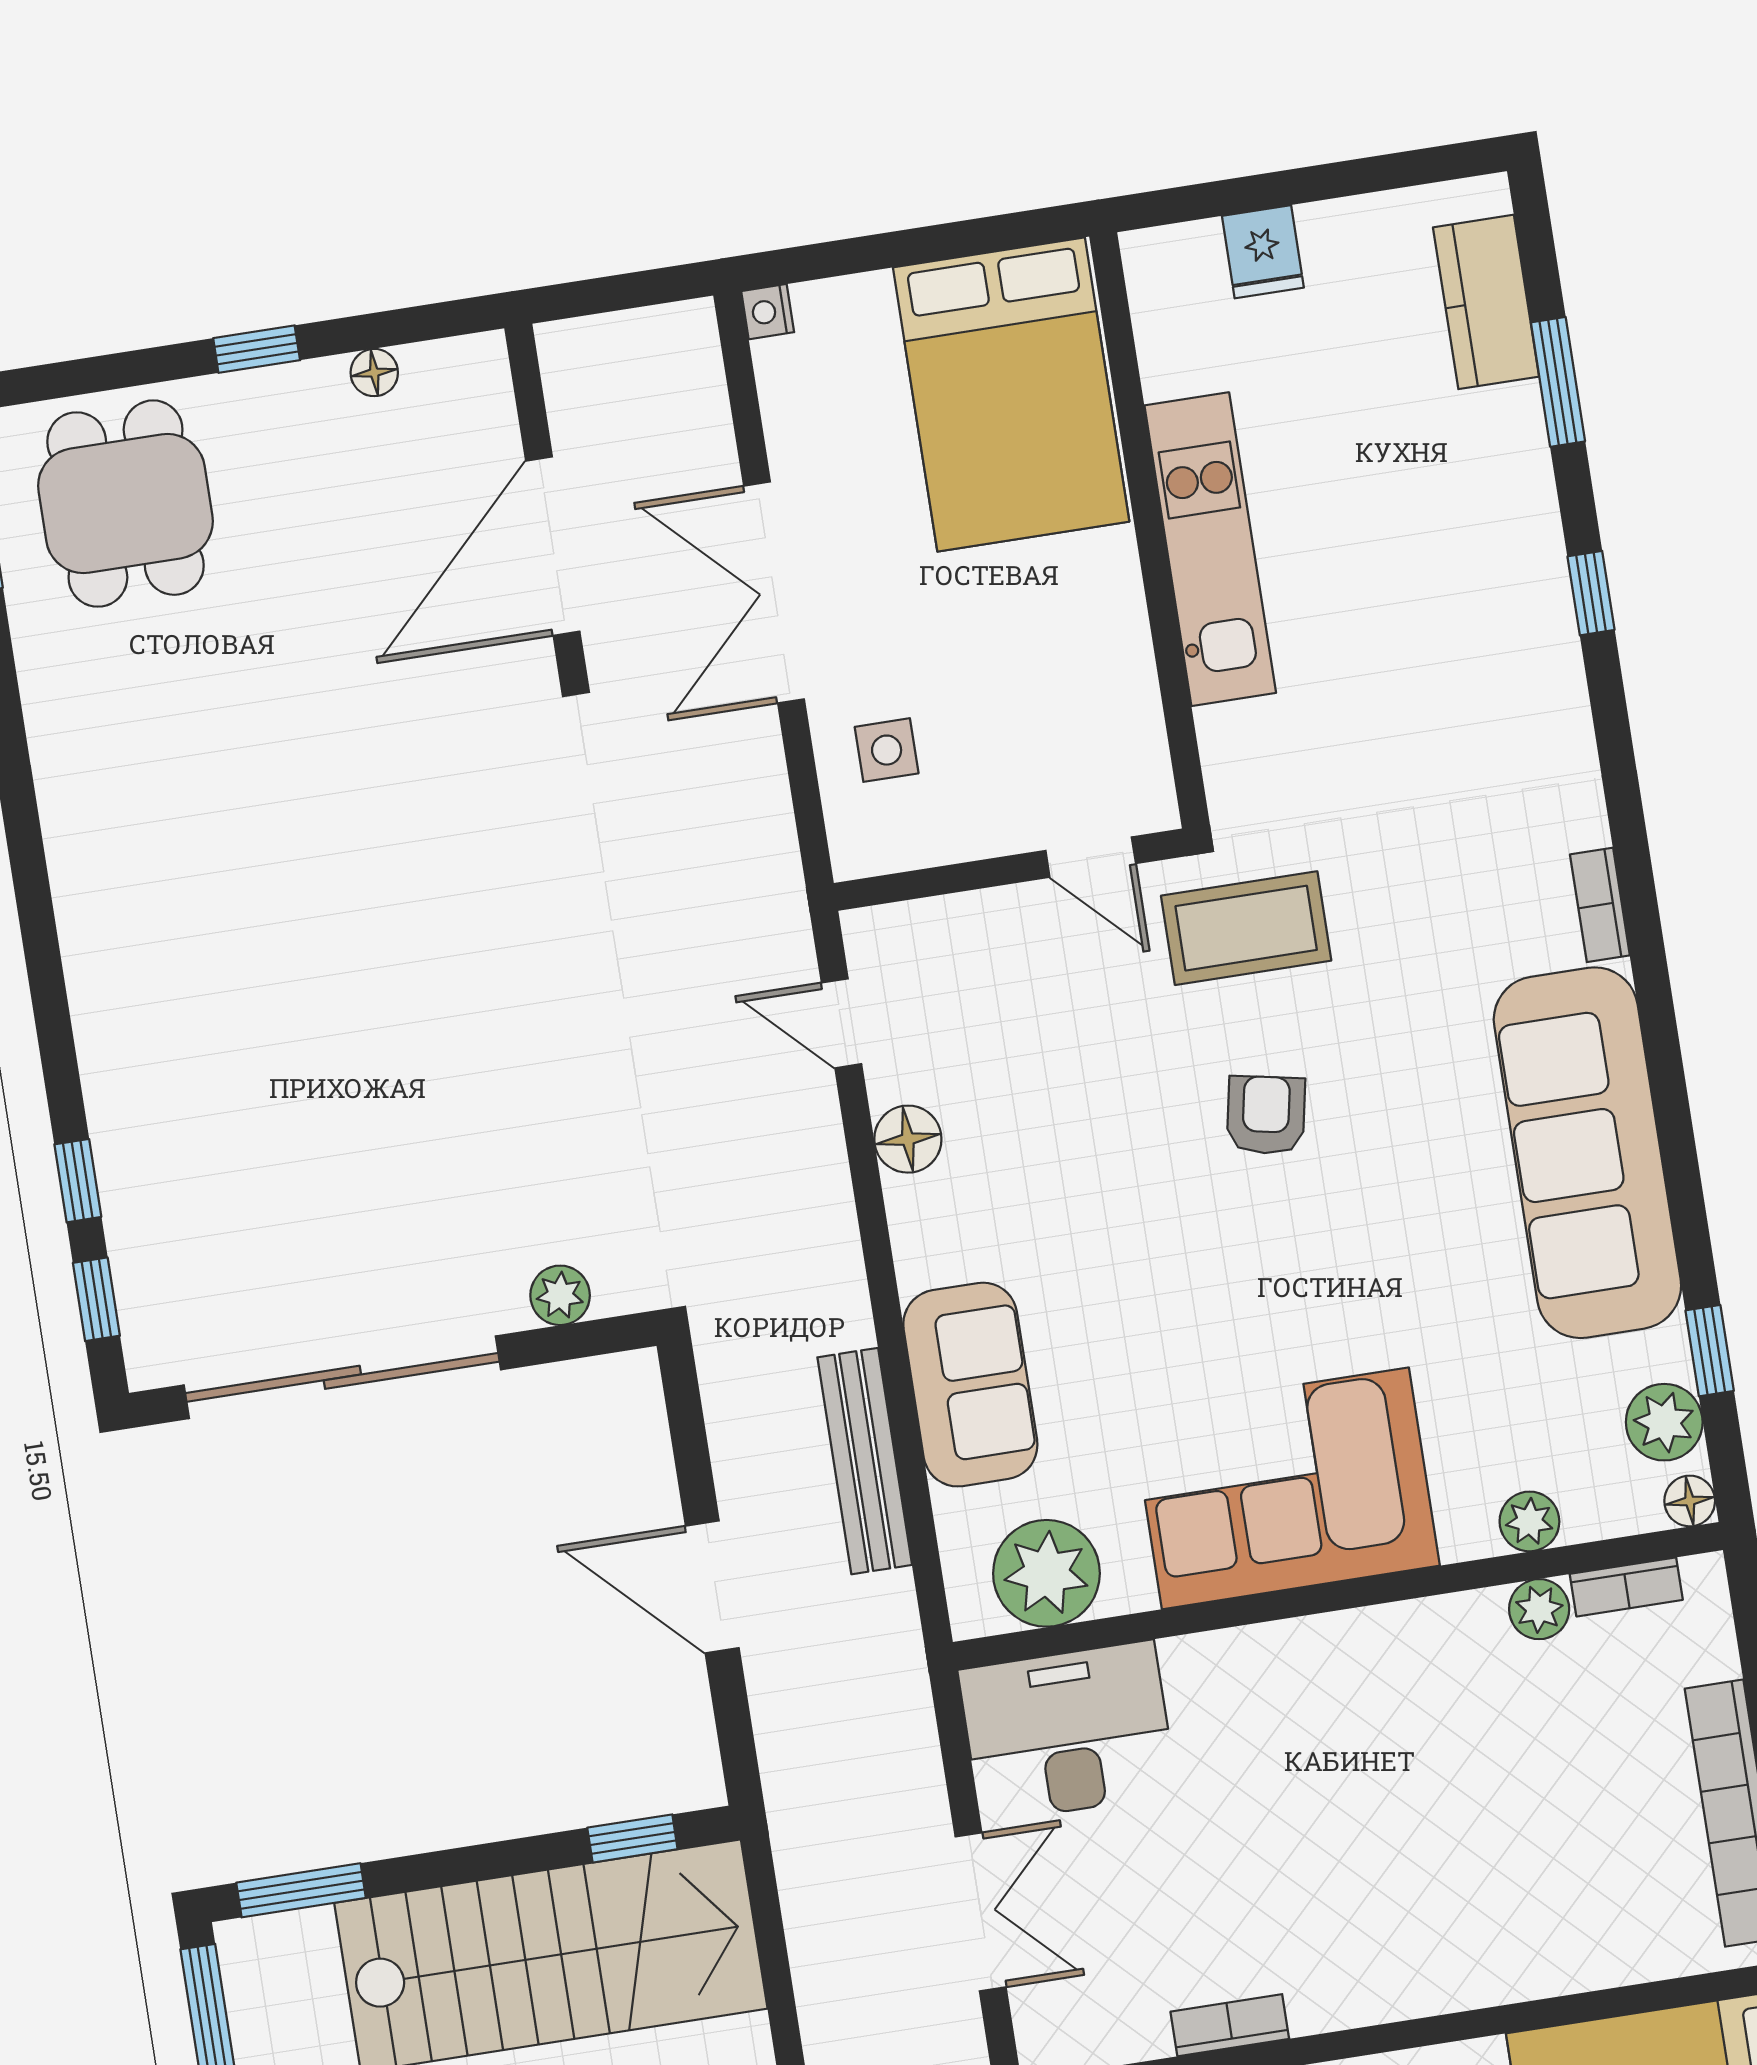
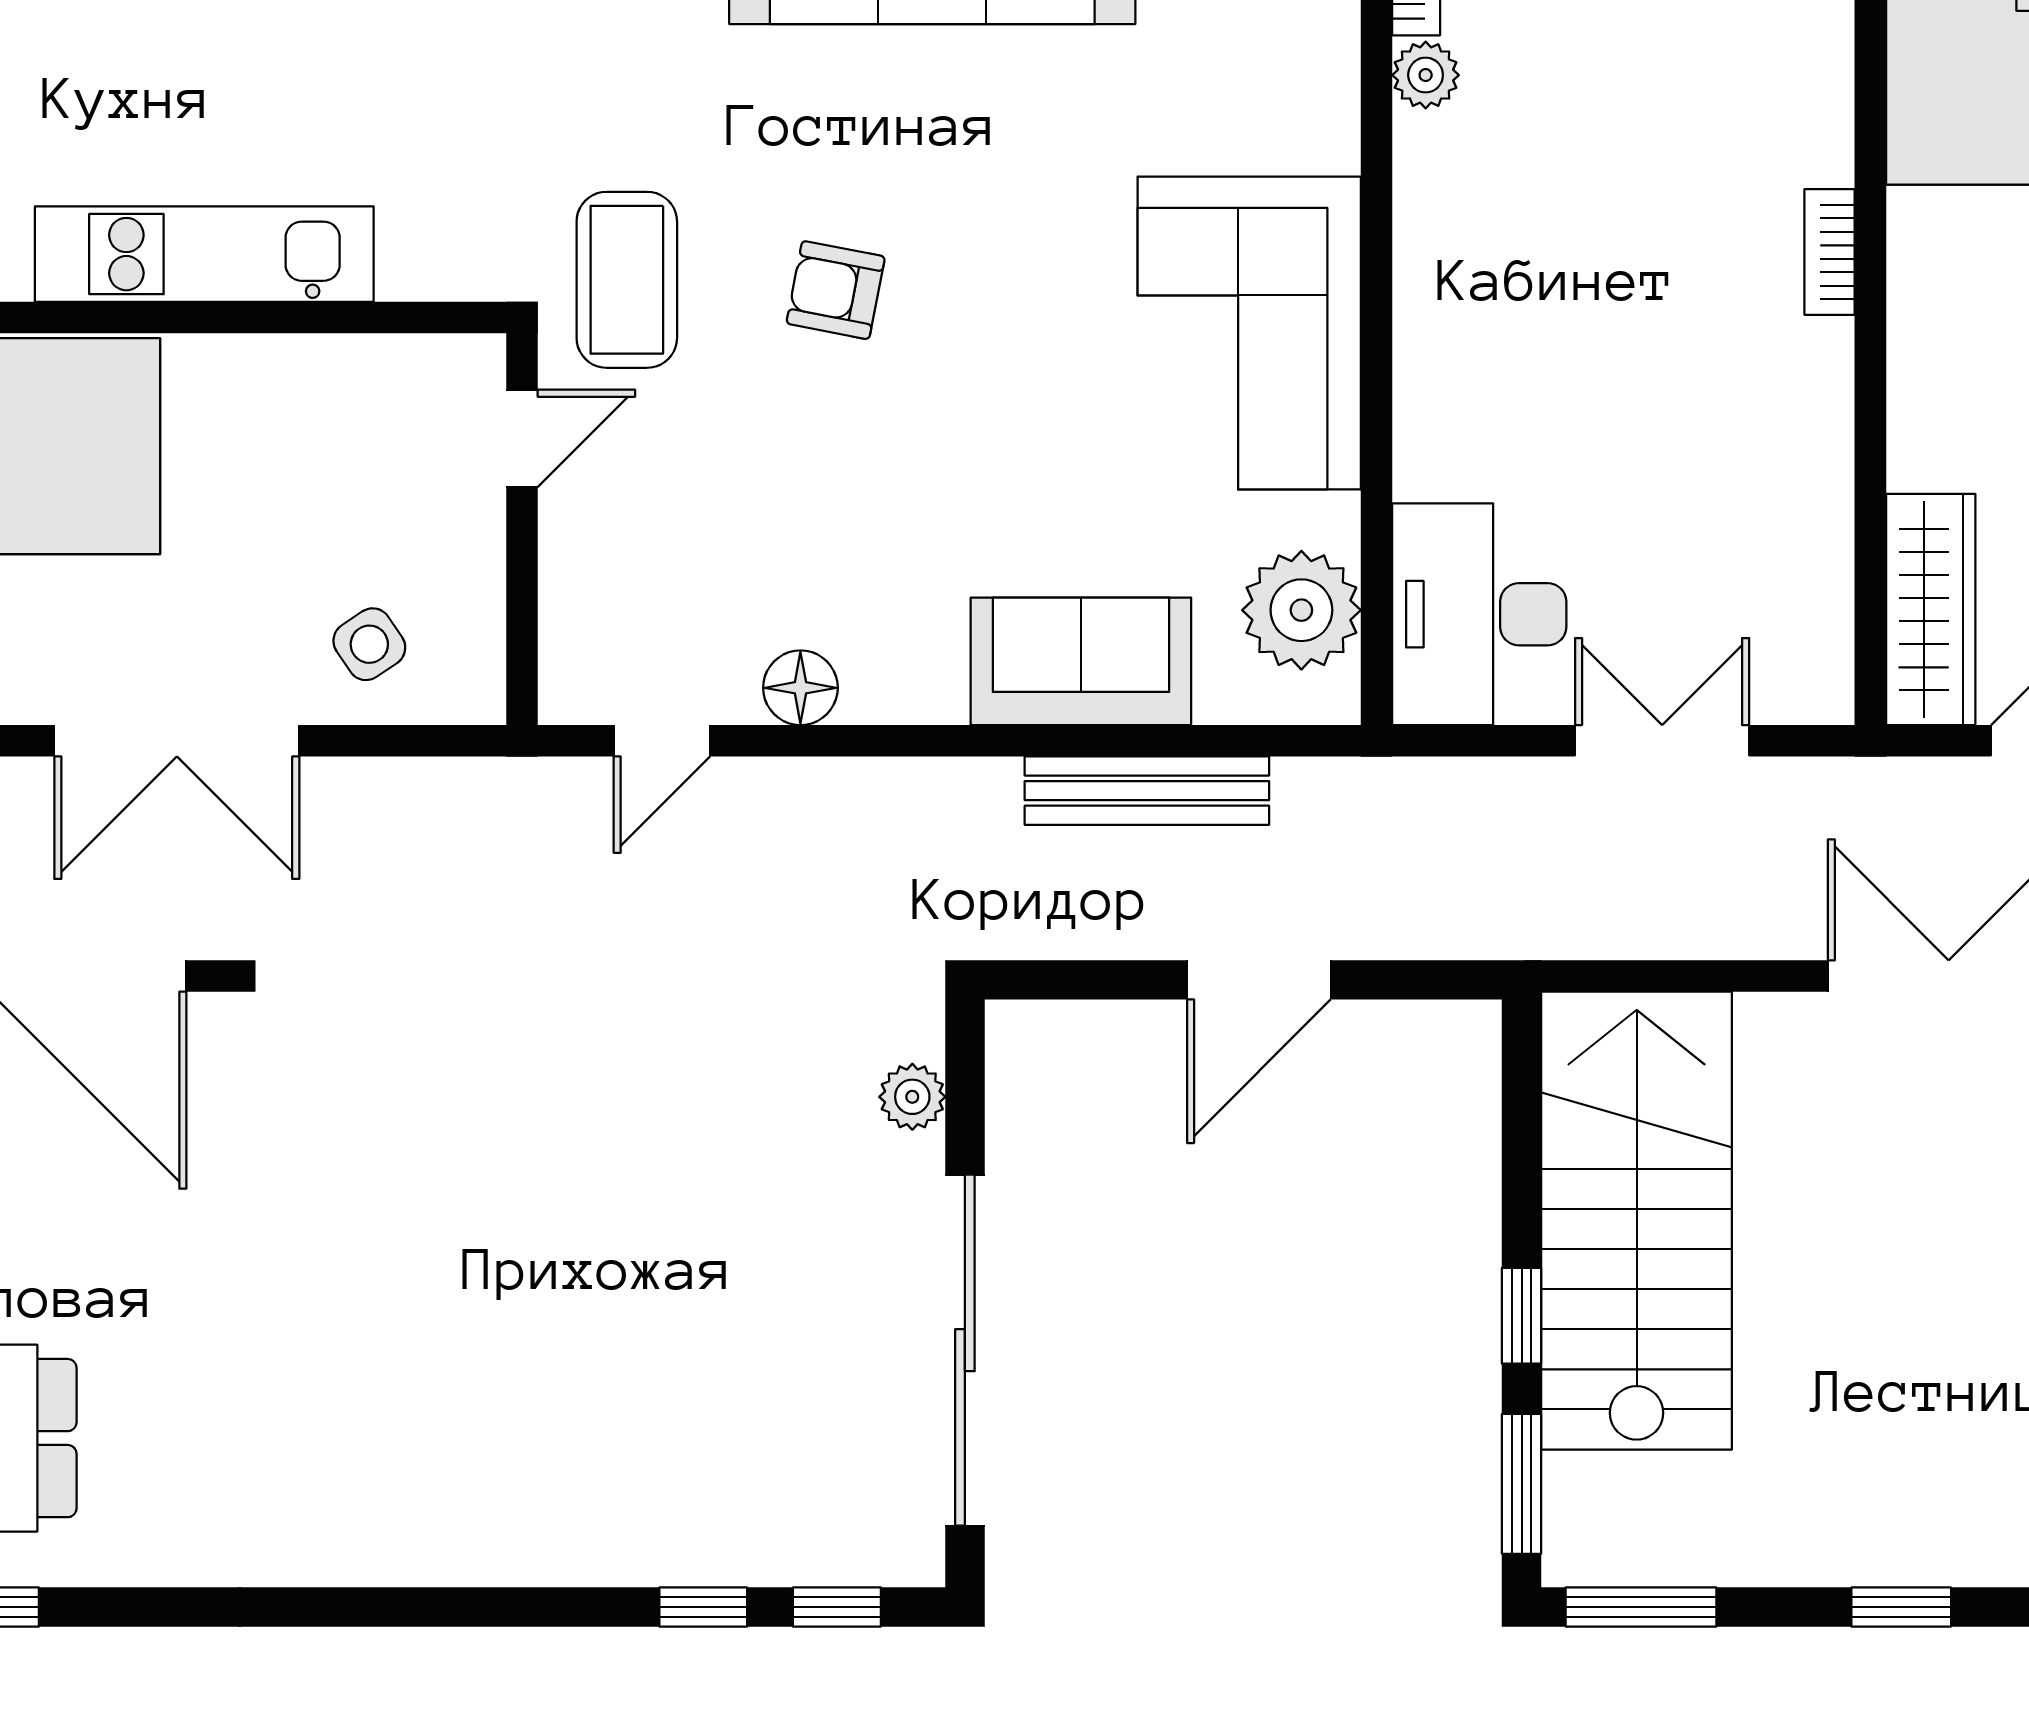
side table: (887, 750) -> (369, 644), turned -34
plant: (1529, 1521) -> (1328, 71), removed
window: (632, 1838) -> (1522, 1316), moved
bookcase: (1230, 2025) -> (1830, 252), moved

